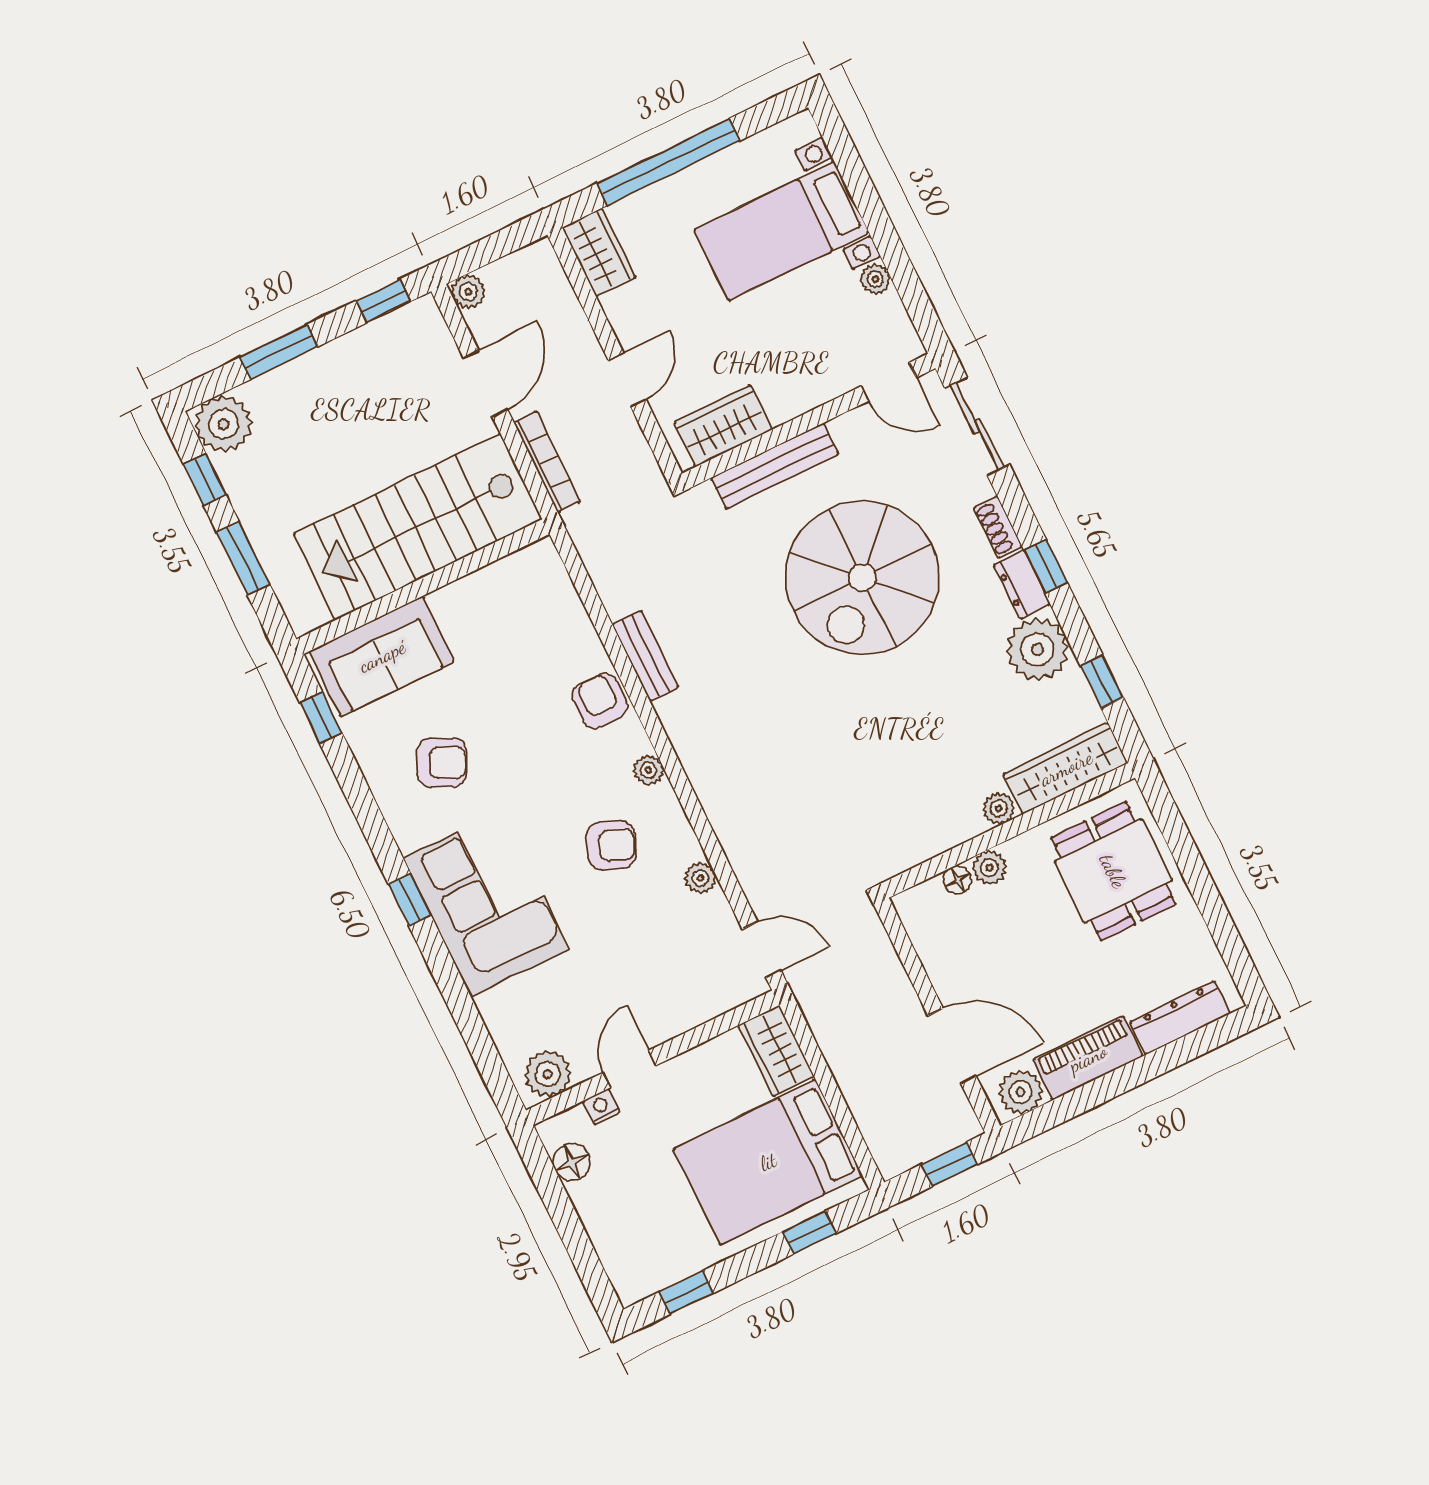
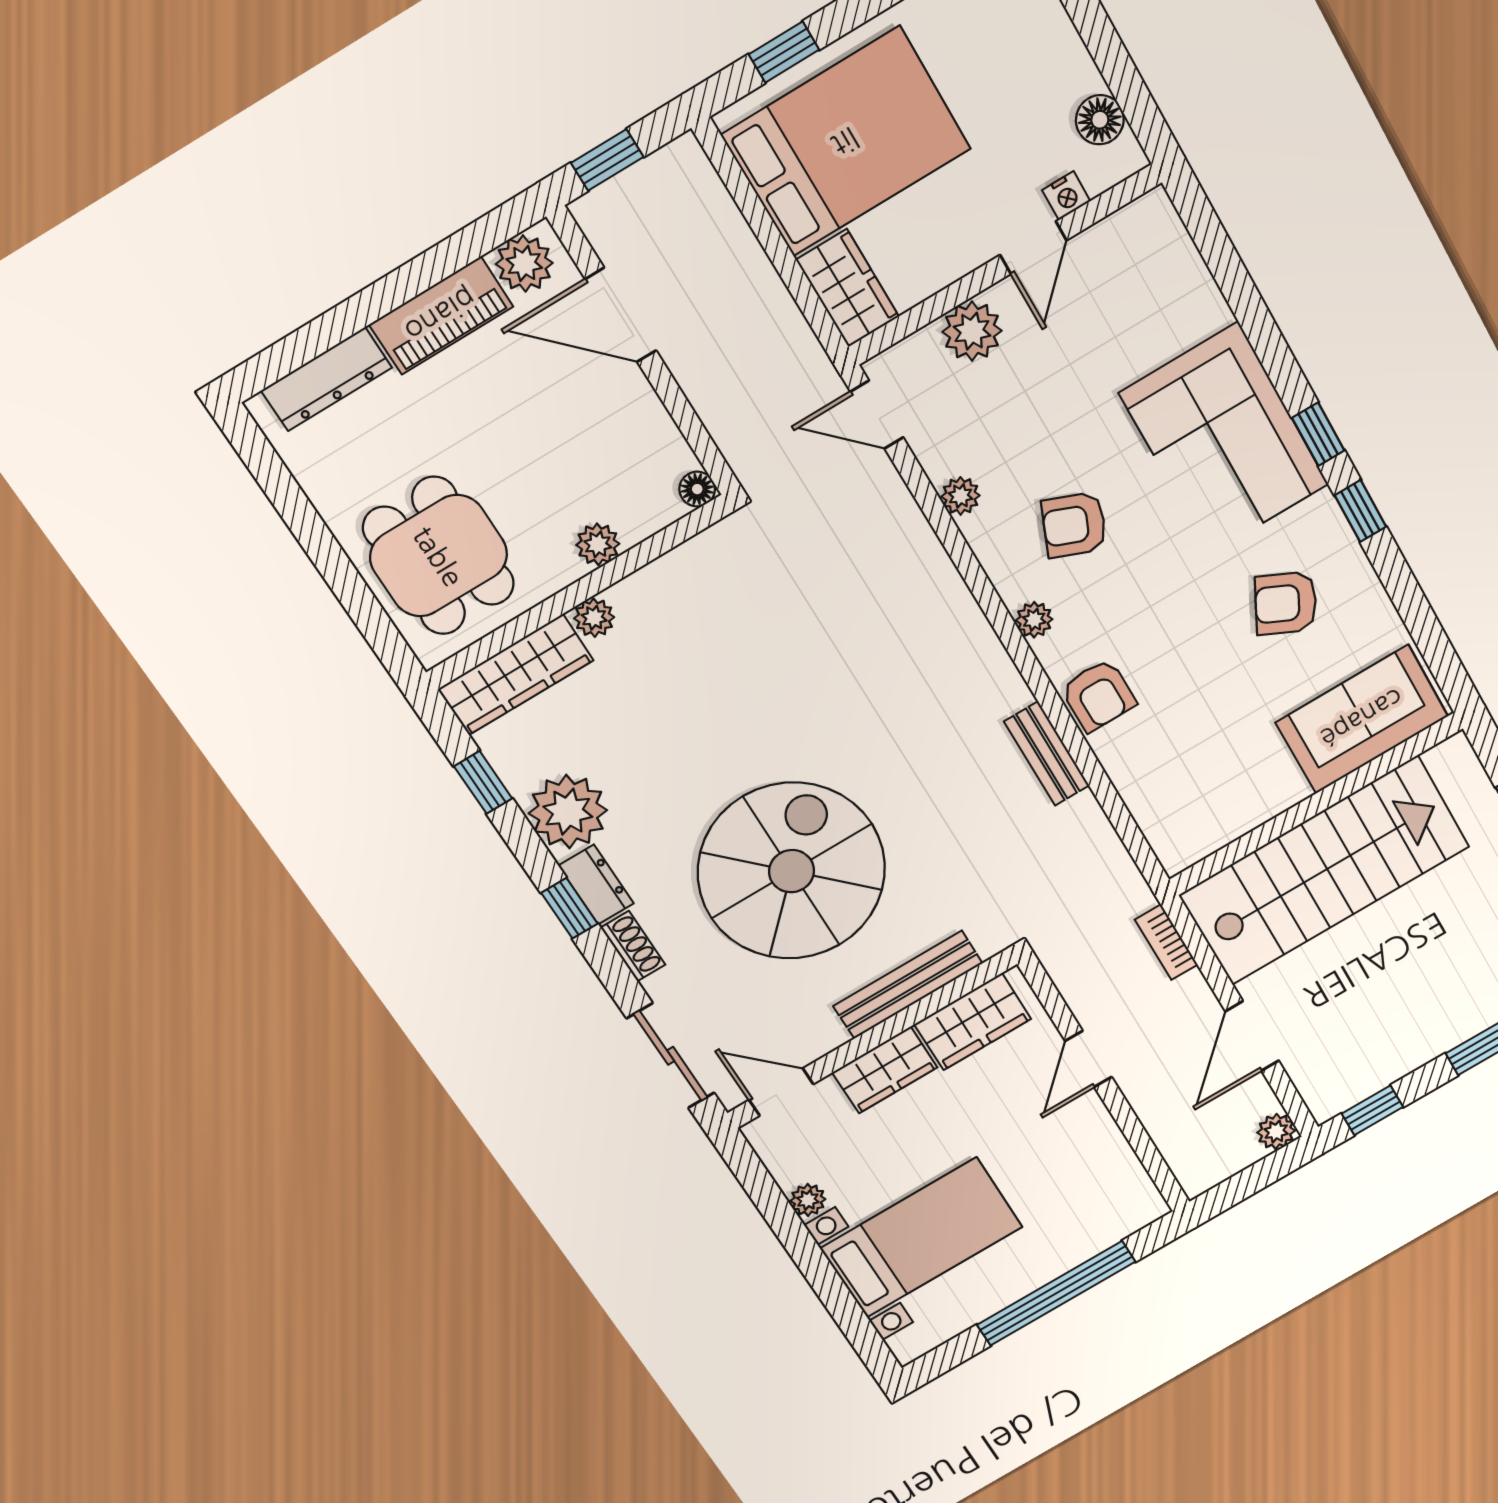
wardrobe: (599, 252) -> (885, 1070), moved, turned -90
bookcase: (547, 462) -> (1166, 942), width x0.64
window: (321, 718) -> (1360, 511), moved
floor lamp: (957, 880) -> (697, 489), moved
plant: (547, 1074) -> (972, 331), moved

